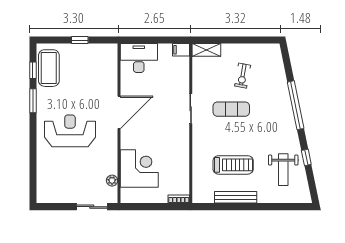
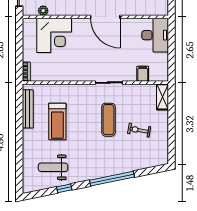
filing cabinet: (181, 50) -> (143, 74), moved
bench: (236, 197) -> (28, 109), moved

